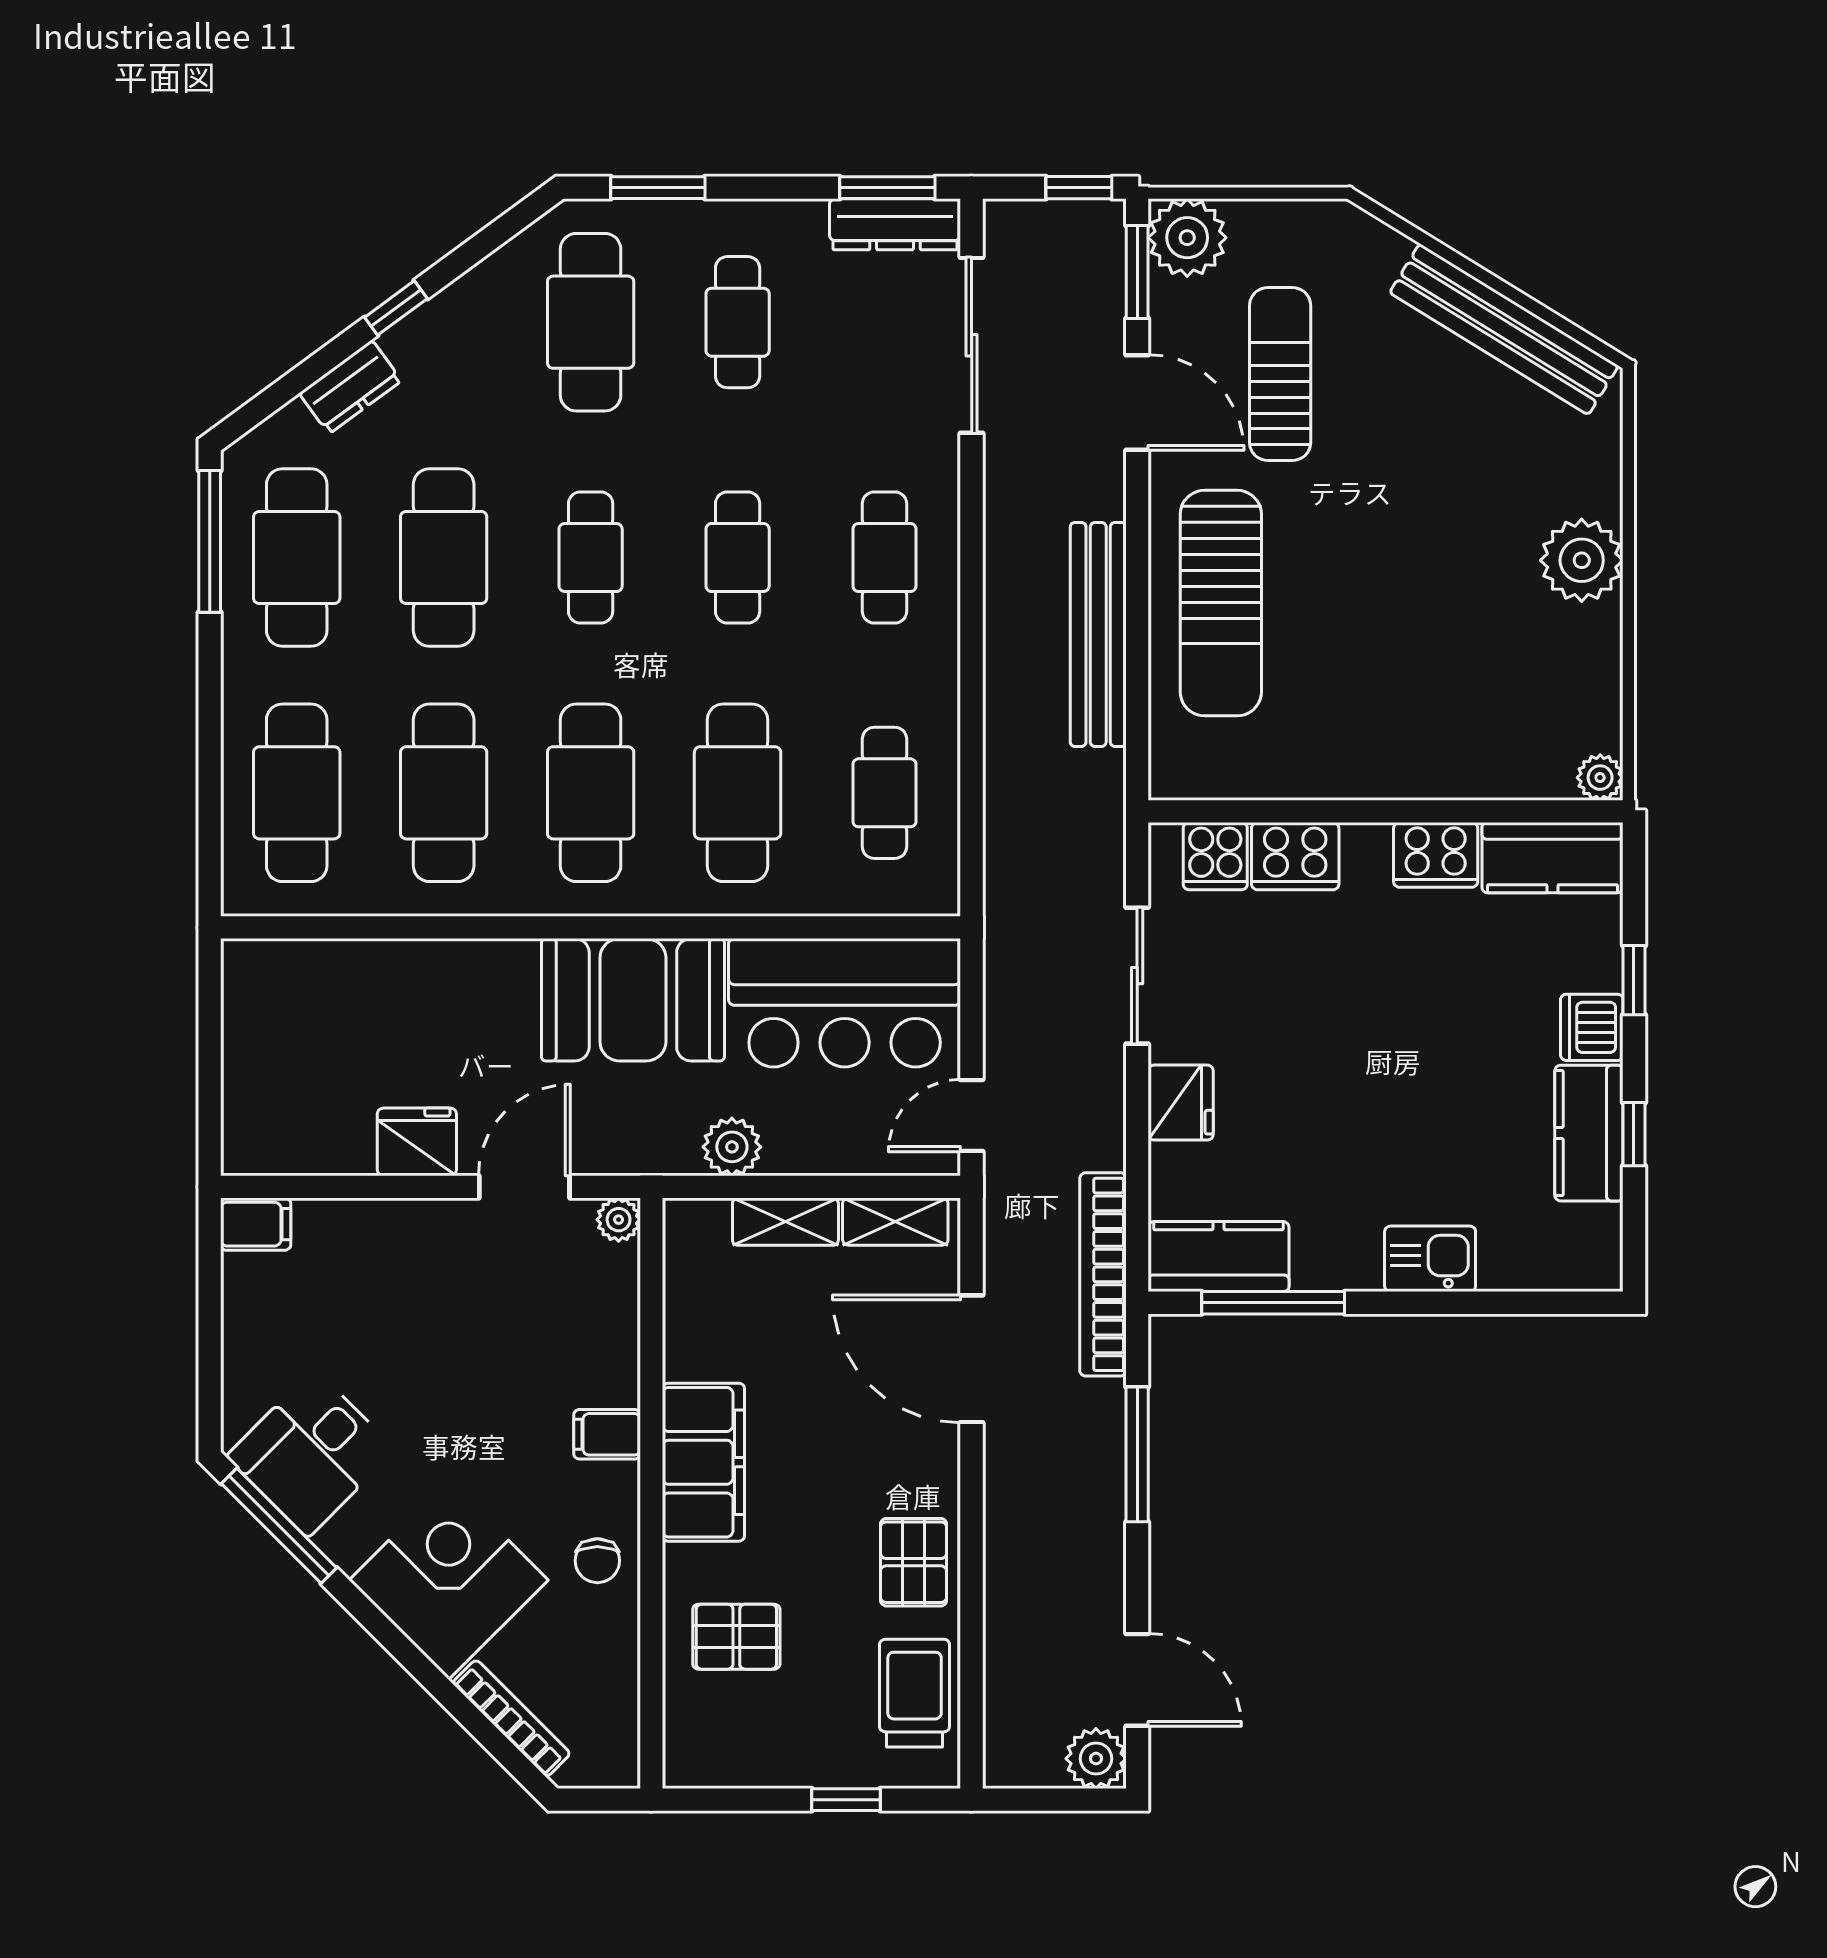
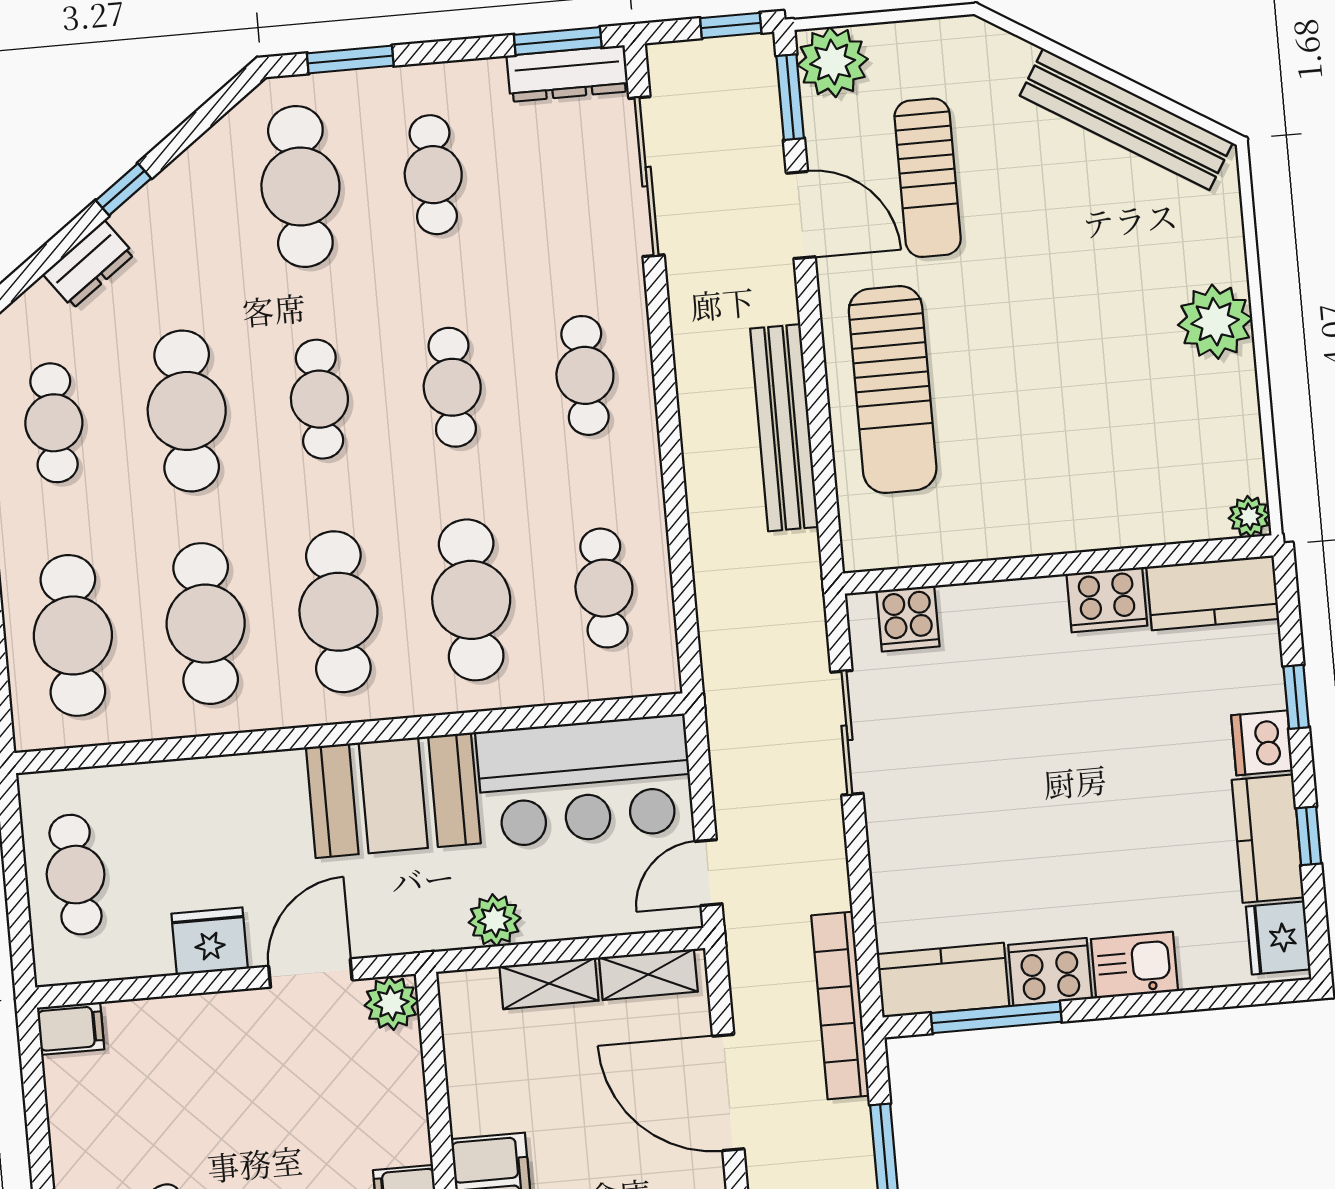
sun lounger: (1280, 374) -> (928, 178), turned 180
cafe table: (297, 557) -> (54, 423), width x0.73, depth x0.74
cooker: (1295, 856) -> (1050, 972), moved, turned 180
cafe table: (276, 1056) -> (76, 875), added
fridge: (1181, 1103) -> (1278, 938), moved, turned 180
plant: (619, 1220) -> (391, 1003), width x1.38, depth x1.38

